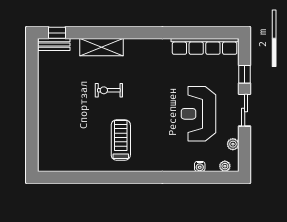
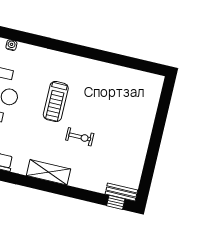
shelving: (102, 47) -> (49, 172), moved
treadmill: (121, 140) -> (56, 101), moved

